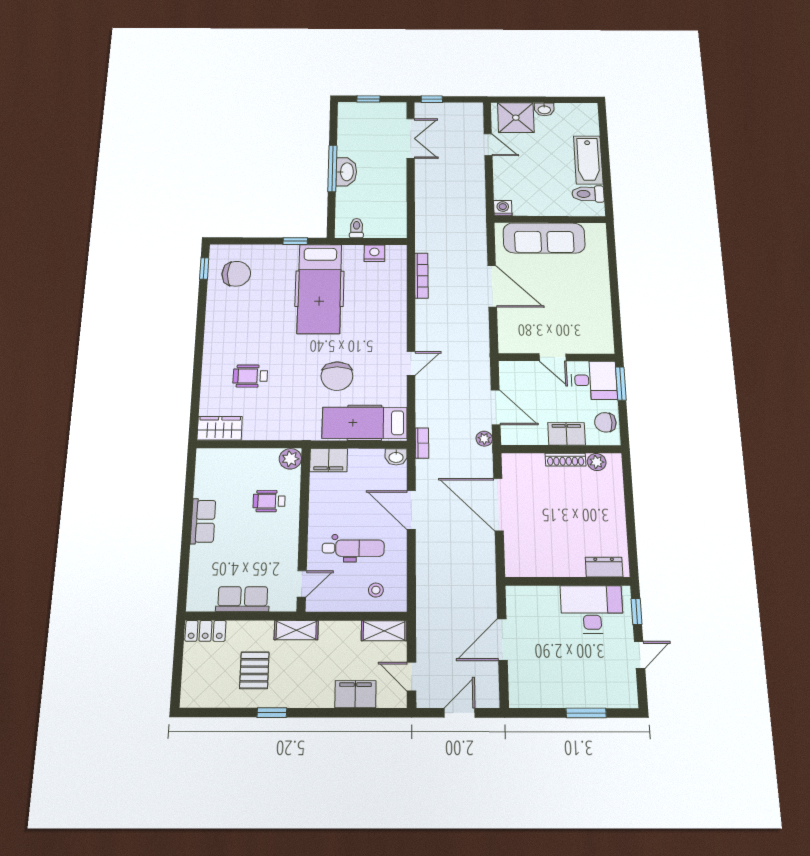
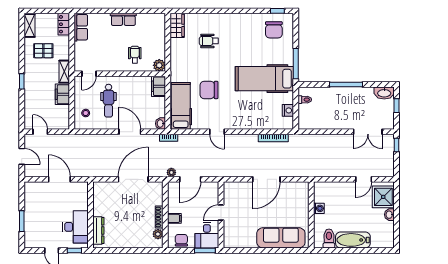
washbasin: (346, 172) -> (384, 93), moved
washing machine: (503, 208) -> (319, 208), moved
sofa: (544, 238) -> (281, 238), moved, turned 90
window: (295, 241) -> (296, 64), width x2.17
wheelchair: (250, 376) -> (209, 41), turned -90
filing cabinet: (567, 434) -> (174, 218), width x0.50
door: (411, 510) -> (130, 132), hinge flipped
dresser: (604, 567) -> (98, 230), width x1.44
door: (302, 584) -> (89, 74), hinge flipped
row of seats: (243, 599) -> (81, 27), moved
shelving: (384, 631) -> (30, 26), moved
door: (412, 677) -> (40, 132), hinge flipped
filing cabinet: (355, 694) -> (62, 94), moved, turned 180
window: (272, 713) -> (22, 81), moved

